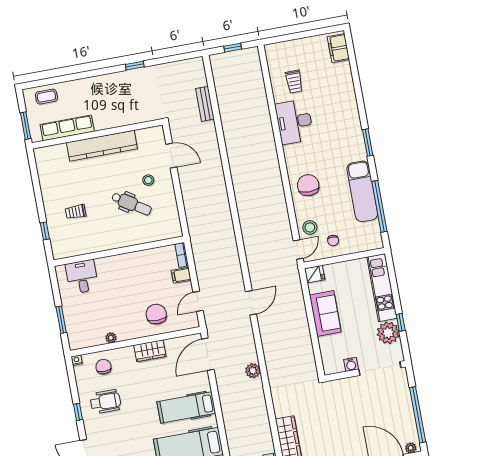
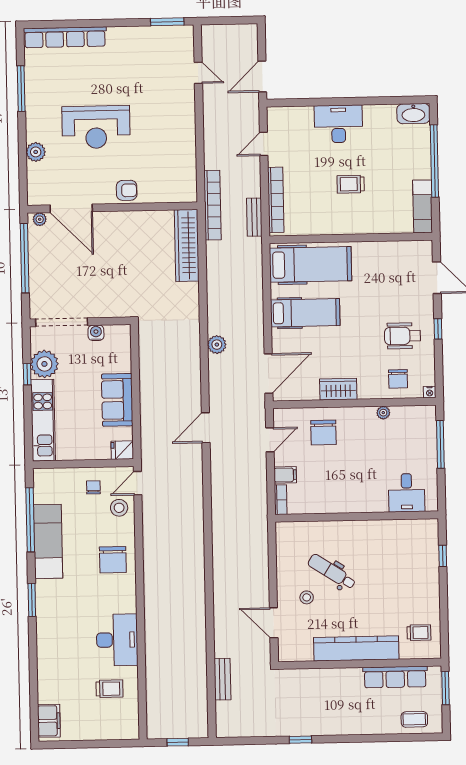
trolley: (294, 82) -> (109, 689), turned 90
trolley: (76, 212) -> (419, 633), moved
window: (61, 320) -> (440, 444), width x1.44

